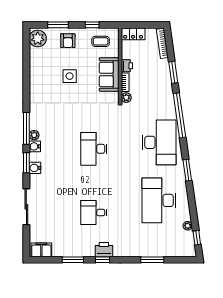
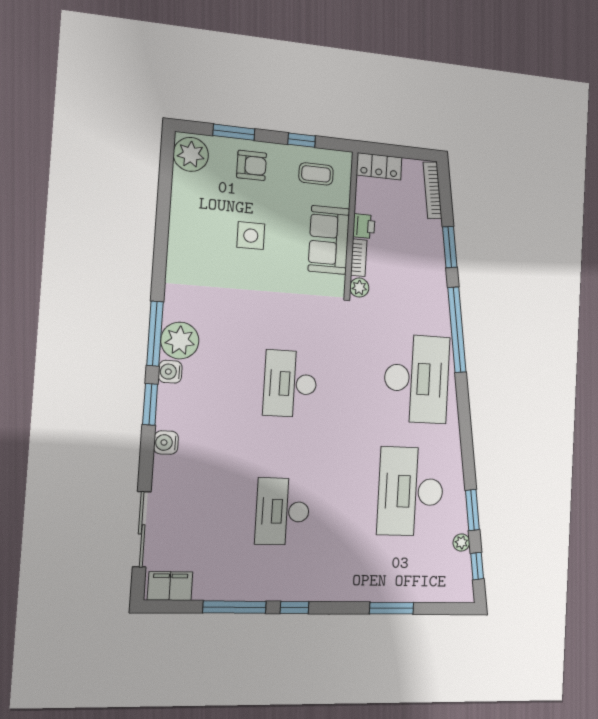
armchair: (68, 41) -> (252, 165), turned -90
plant: (34, 135) -> (180, 341), width x1.88, depth x1.88
water cooler: (35, 168) -> (166, 443), moved
window: (187, 170) -> (472, 510), moved
sliding door: (26, 207) -> (142, 529), moved
desk: (94, 213) -> (283, 511), width x1.37
printer: (104, 250) -> (299, 587), removed
window: (73, 260) -> (235, 607), width x1.44

